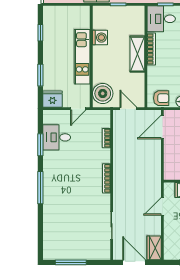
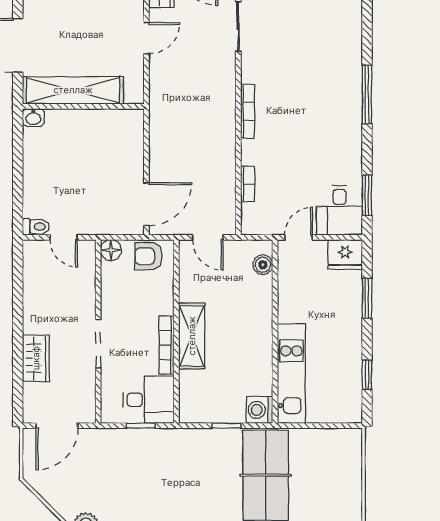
washing machine: (100, 38) -> (259, 410), moved
kitchen unit: (82, 57) -> (291, 374), moved
boiler: (103, 93) -> (263, 265), width x0.54, depth x0.54
desk: (57, 137) -> (339, 210), moved, turned 90
window: (40, 145) -> (367, 195), moved
door: (162, 206) -> (146, 38), moved

